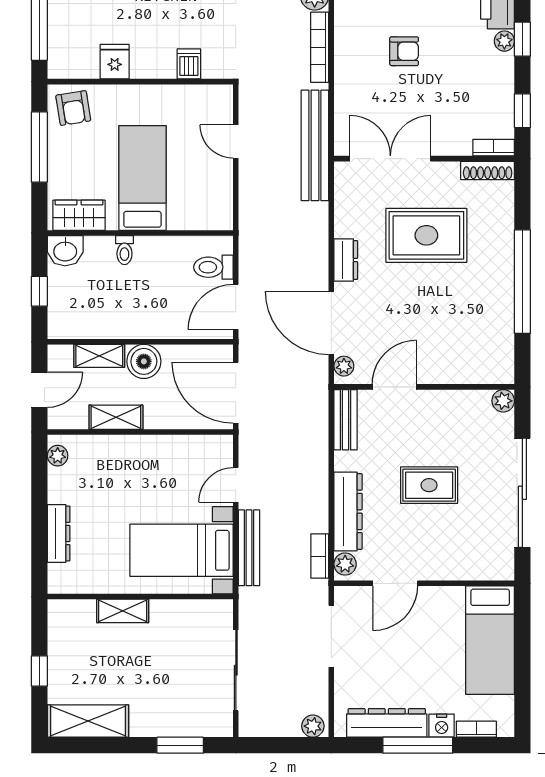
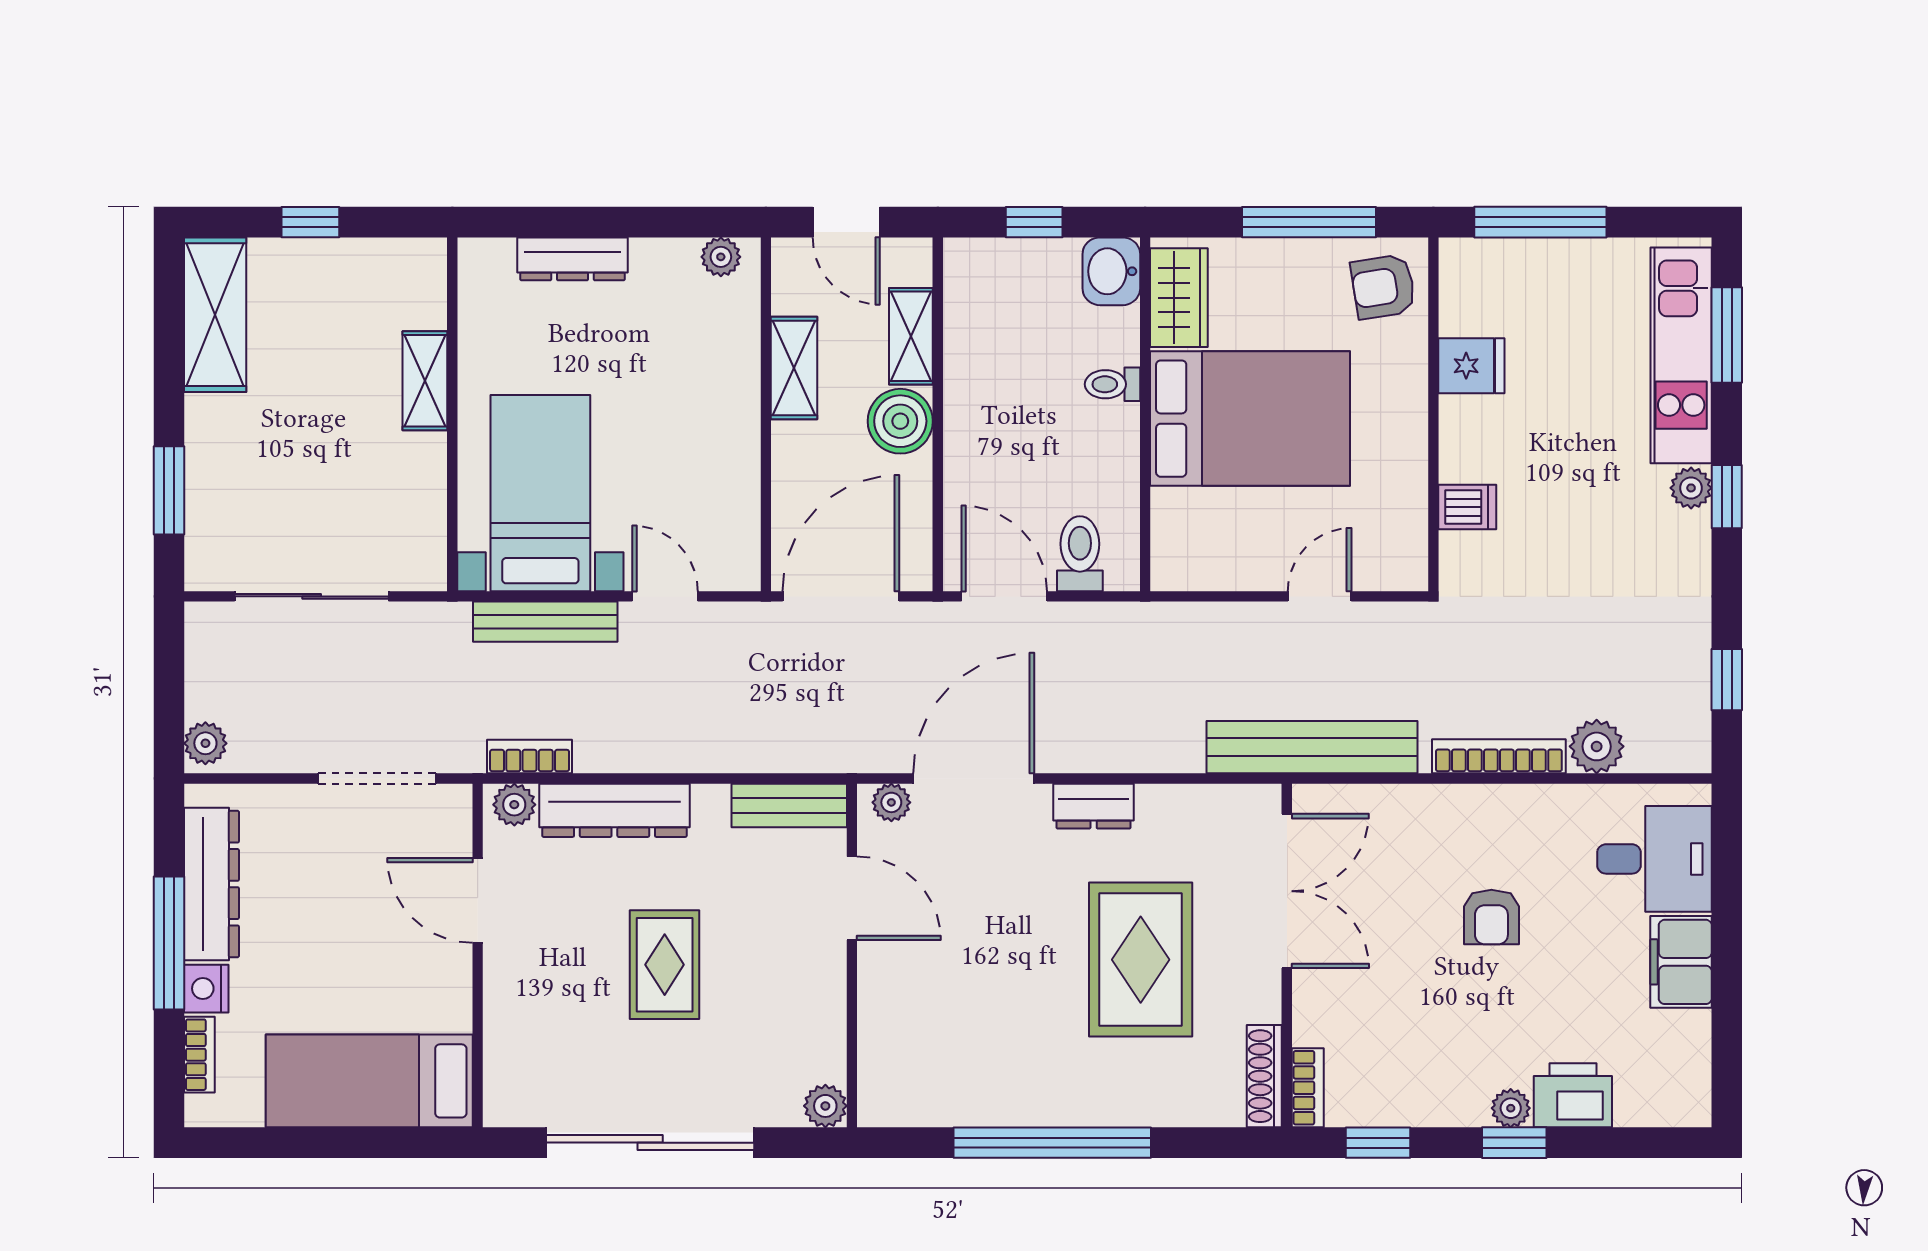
bed: (142, 178) -> (1250, 419), width x1.50

